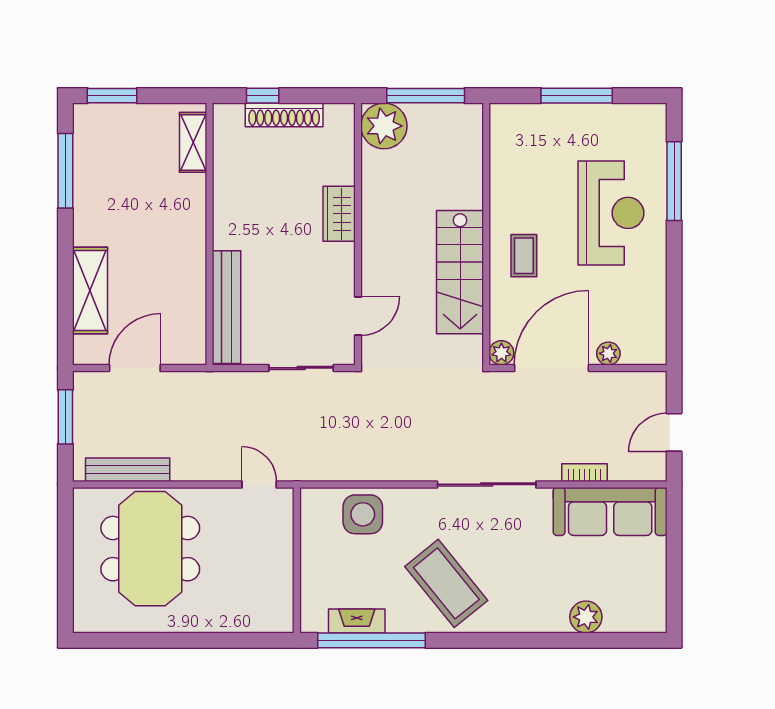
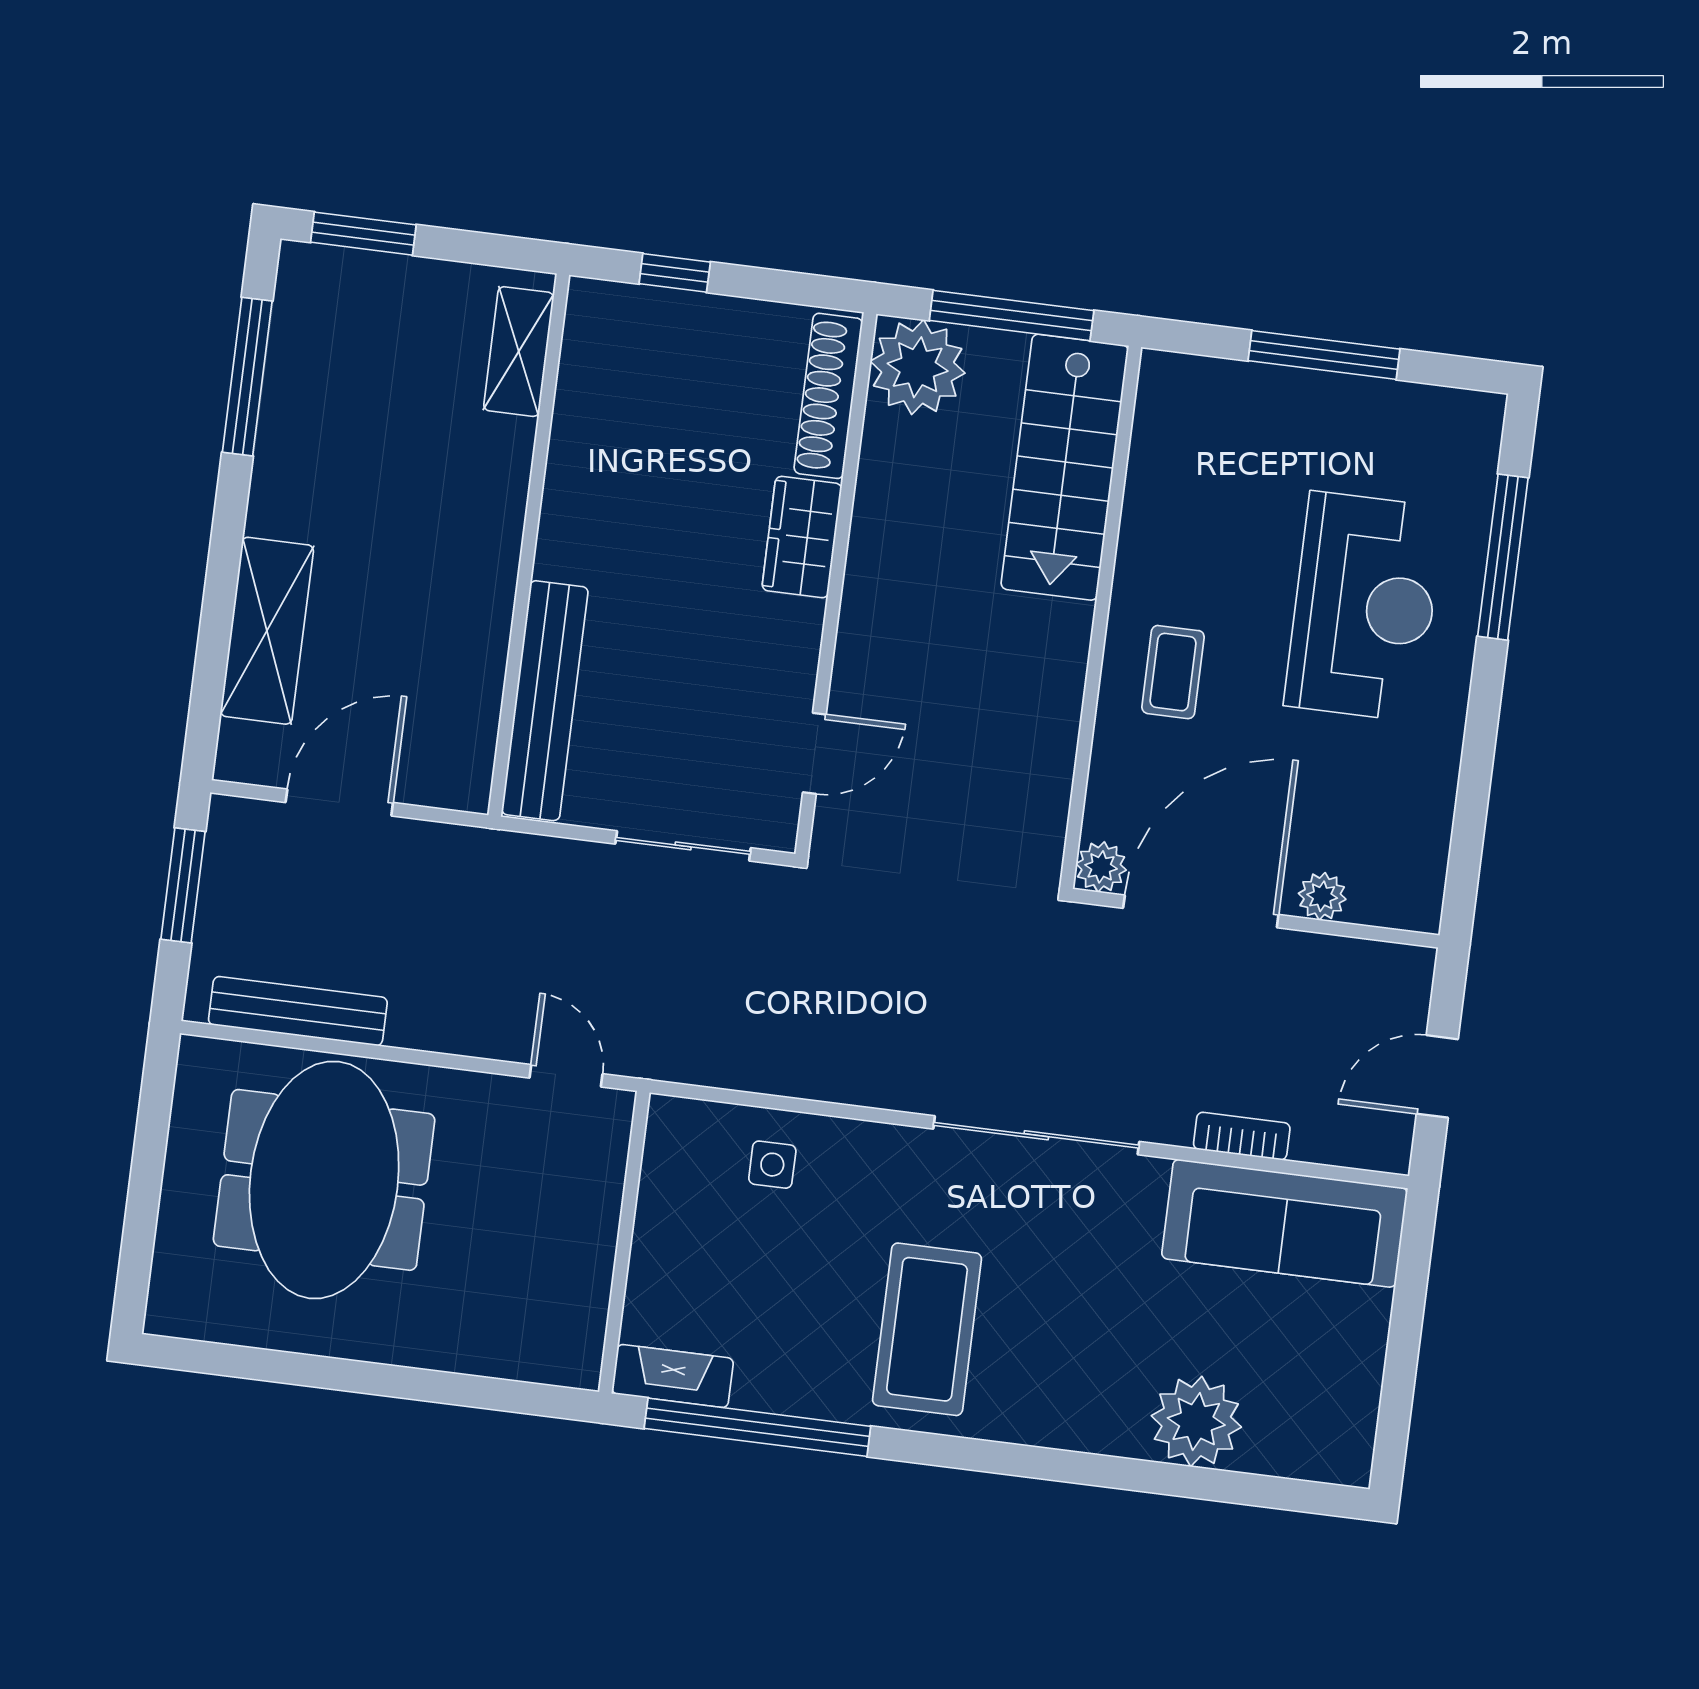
shoe rack: (284, 115) -> (828, 396), moved, turned 90
stairs: (460, 272) -> (1065, 467), moved
side table: (363, 514) -> (772, 1165), width x0.54, depth x0.54
coffee table: (446, 583) -> (927, 1329), turned 39
plant: (586, 617) -> (1196, 1421), width x1.36, depth x1.36
fireplace: (357, 621) -> (673, 1376), moved

